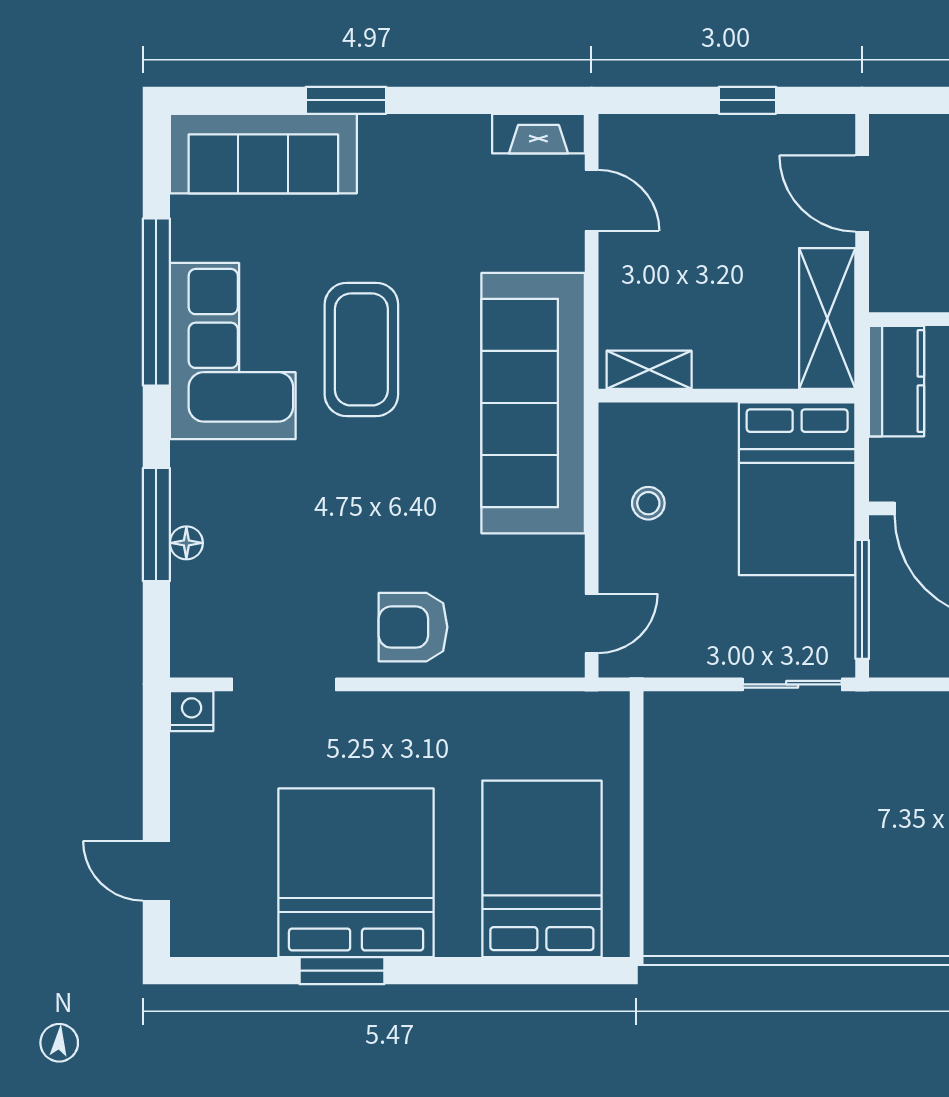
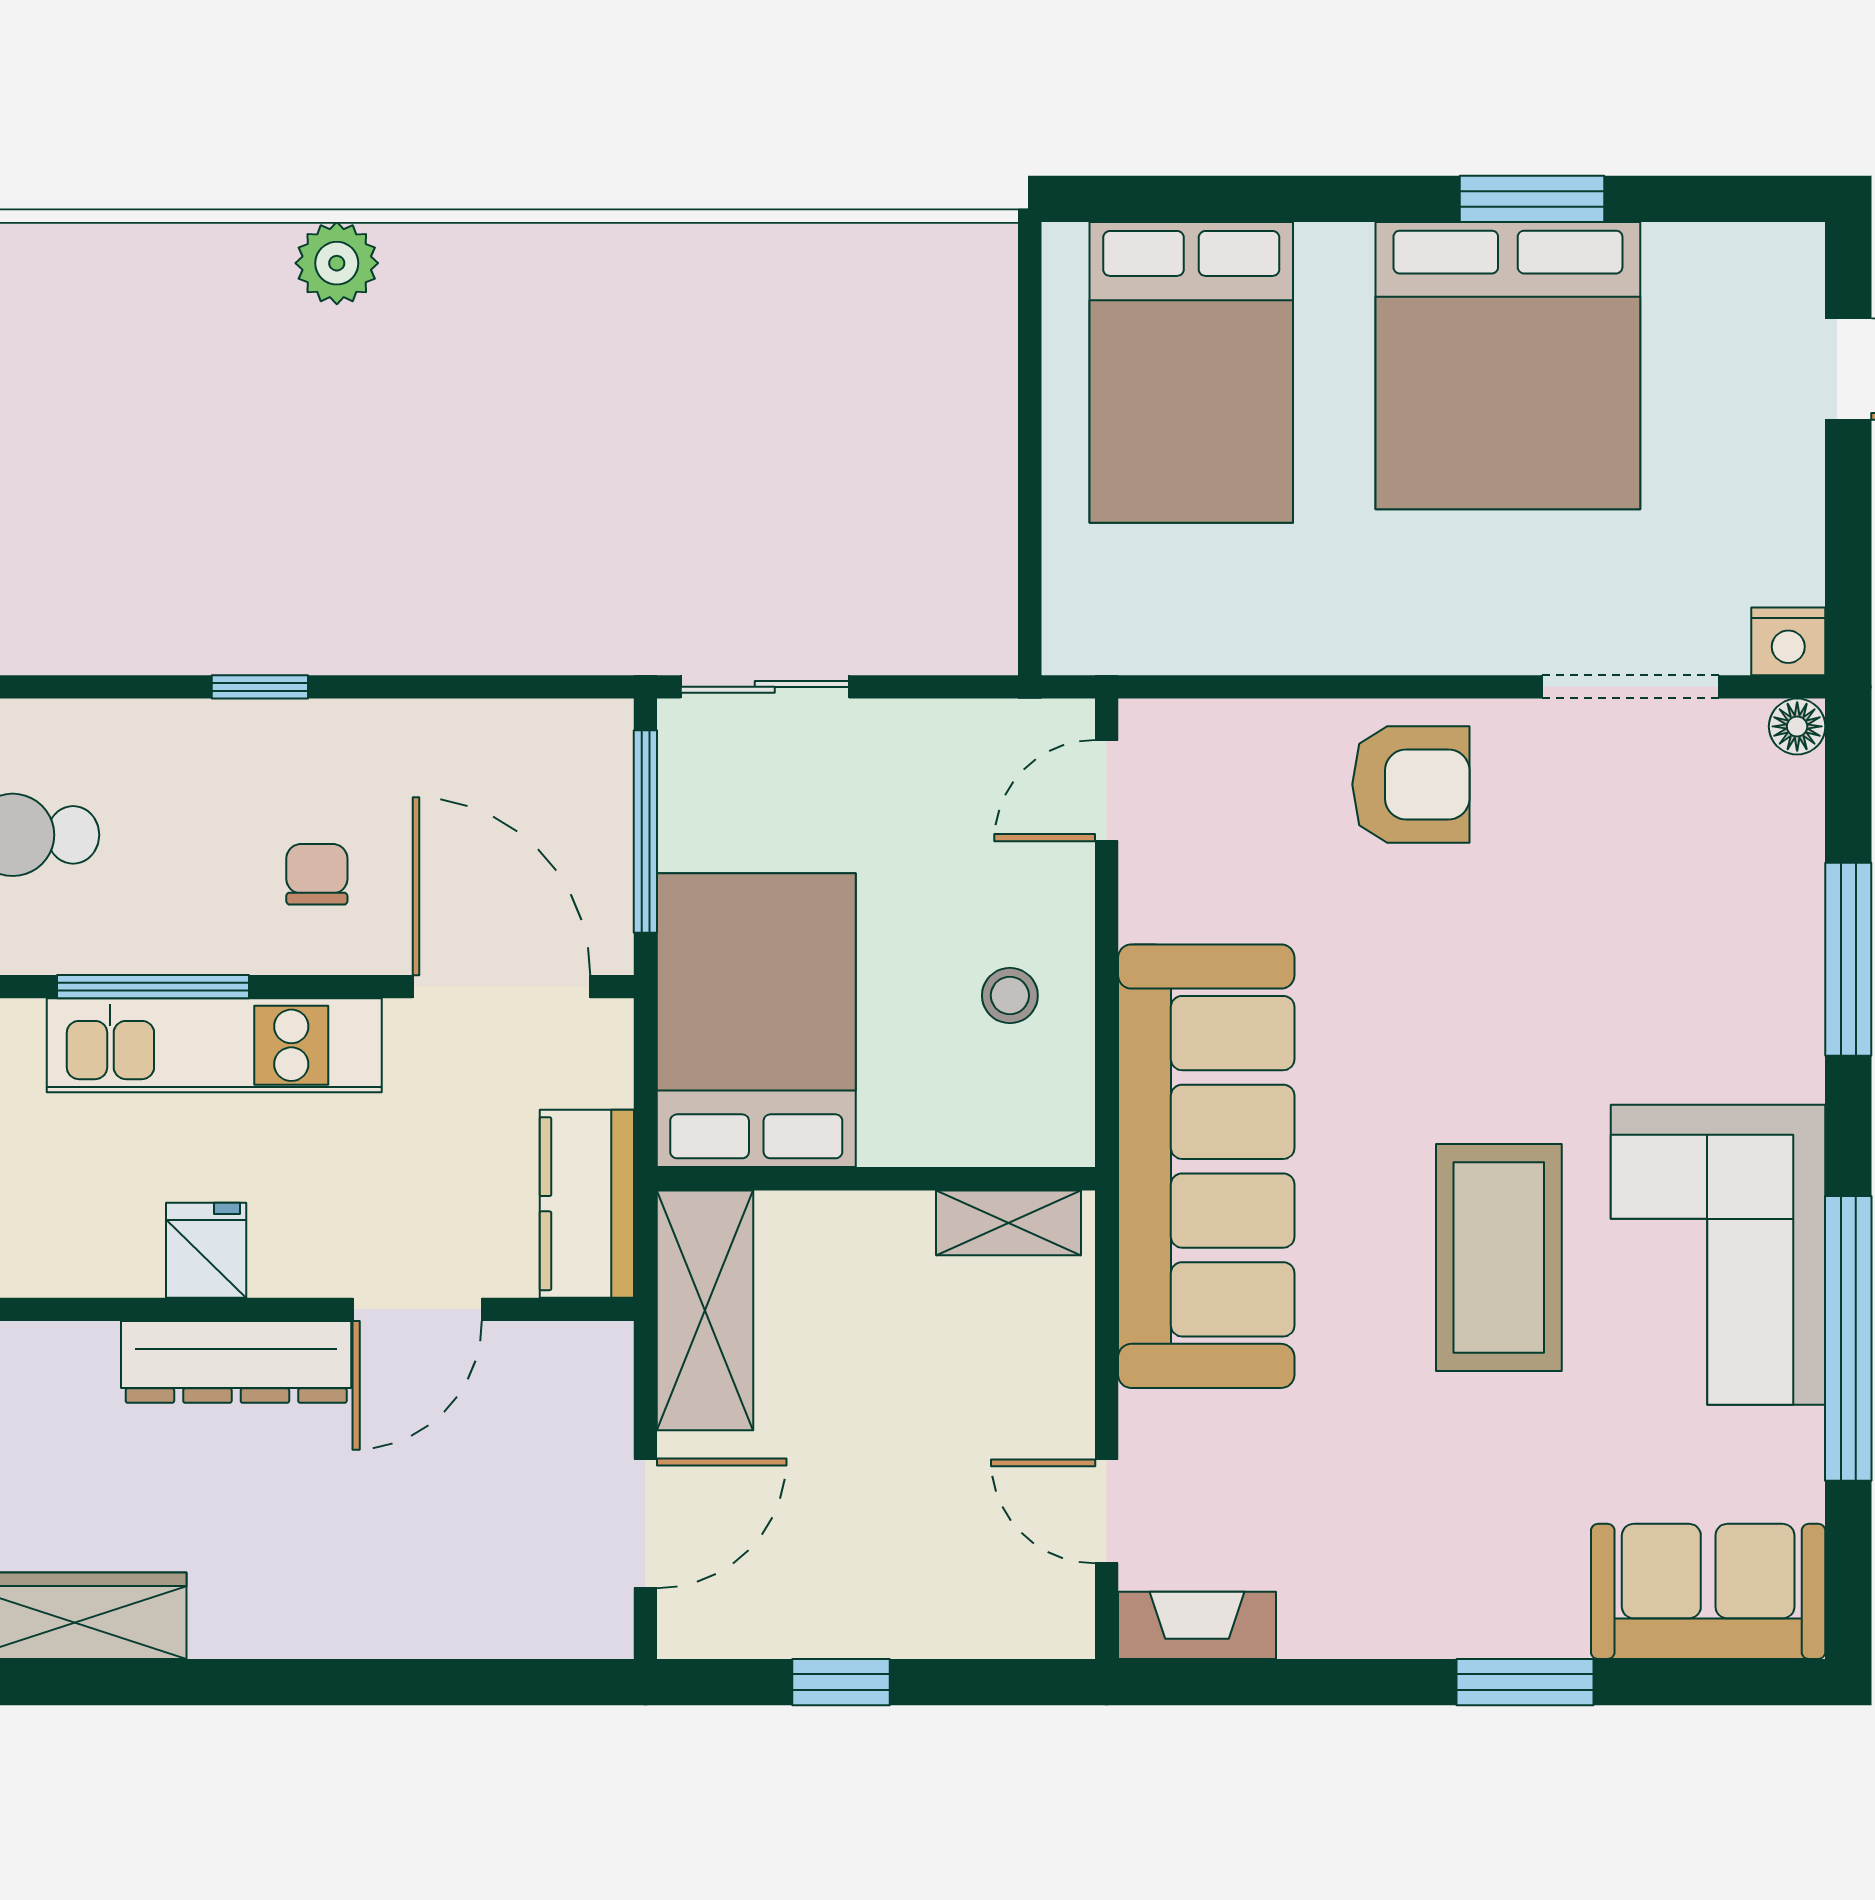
sofa: (263, 154) -> (1708, 1591), width x0.73
door: (862, 193) -> (645, 1523), hinge flipped
floor lamp: (186, 543) -> (1797, 726), moved

